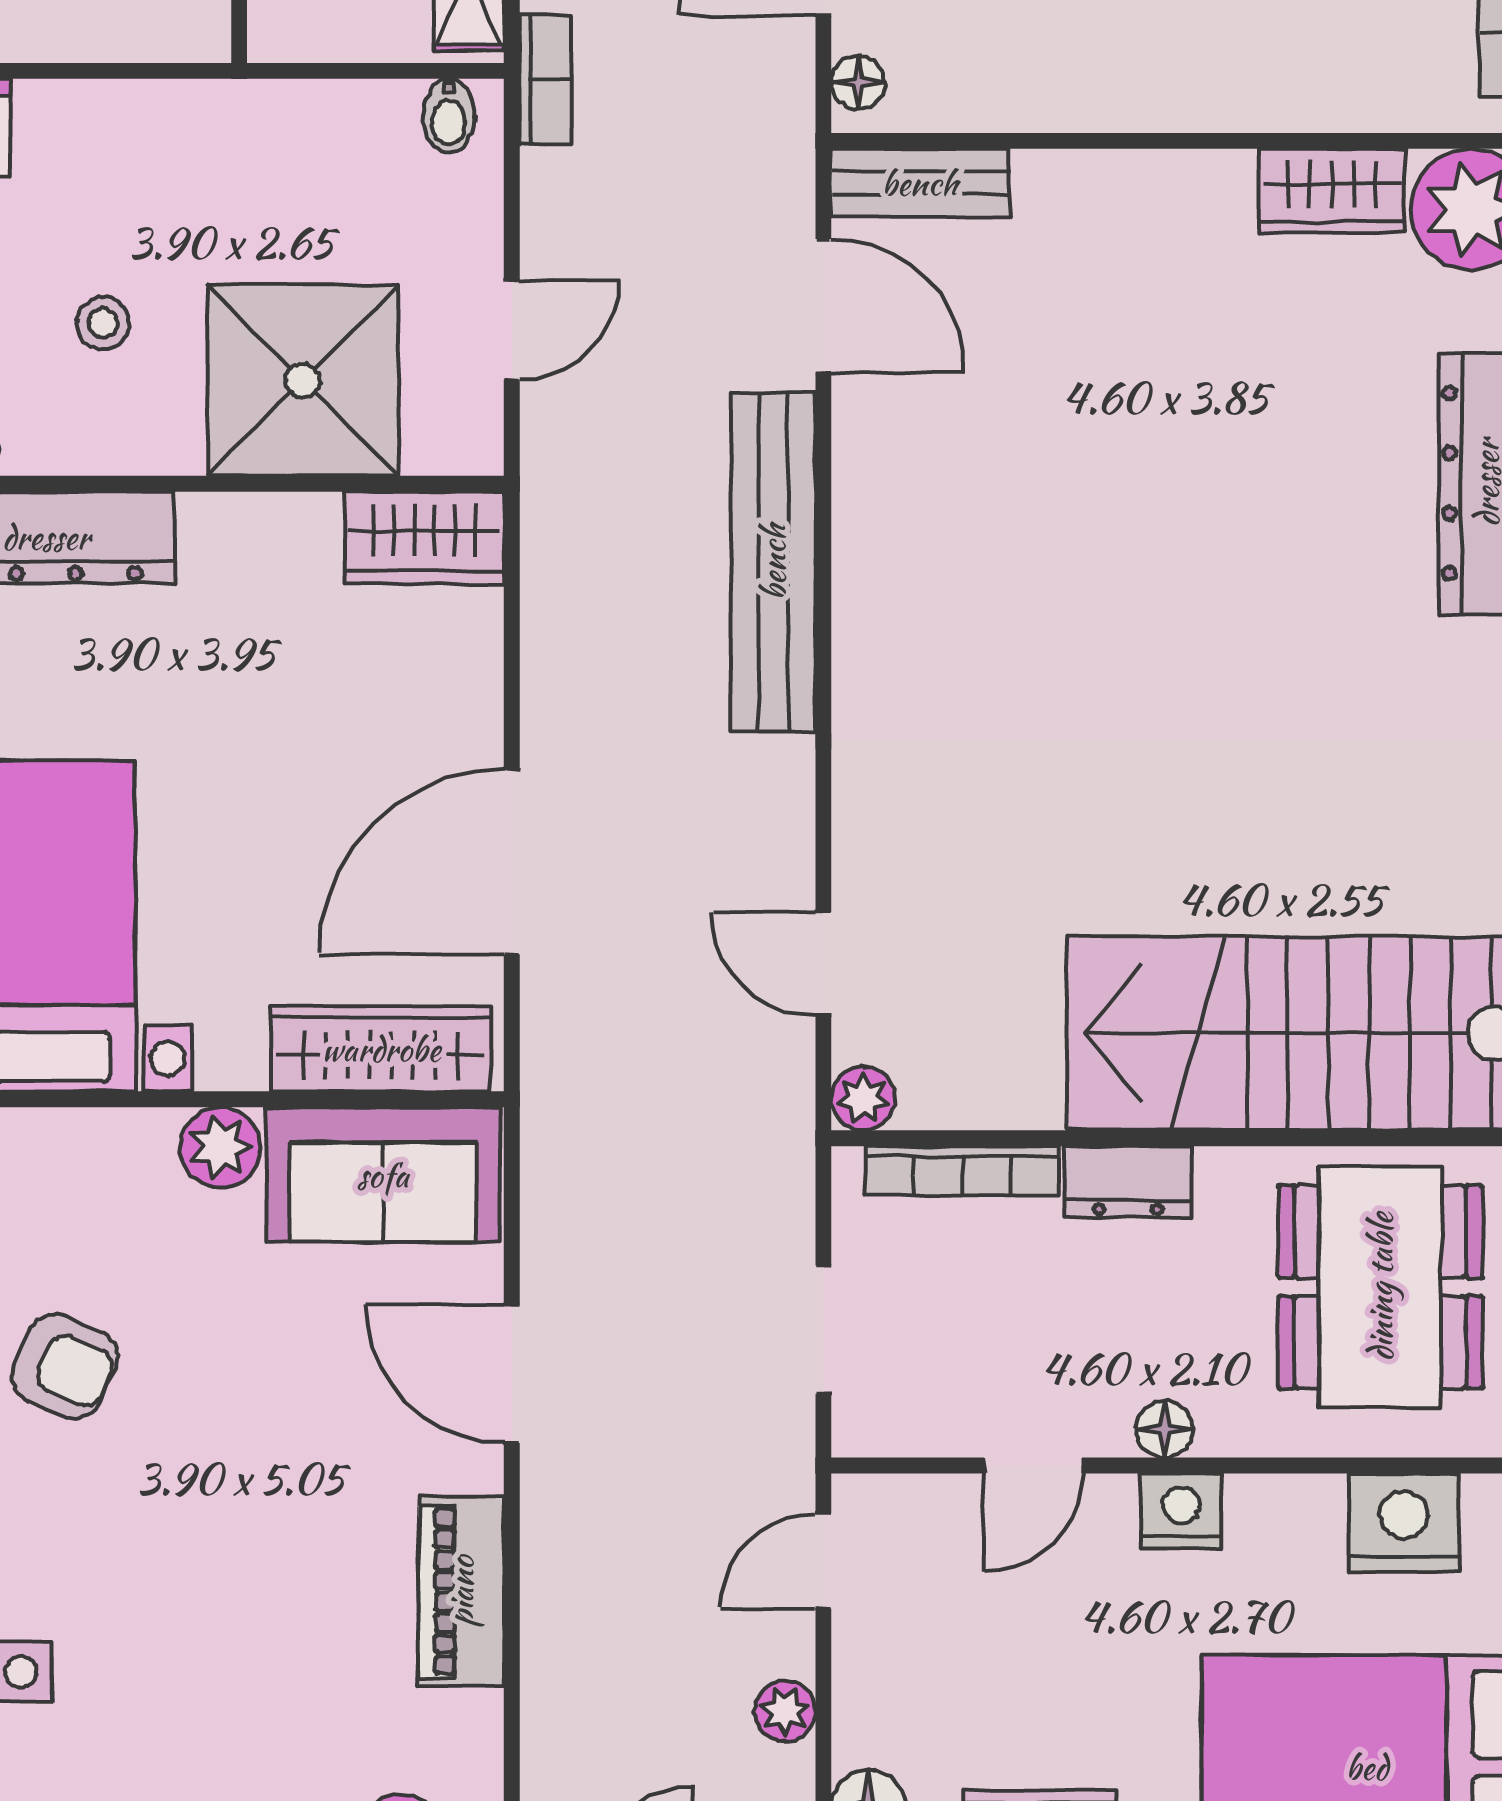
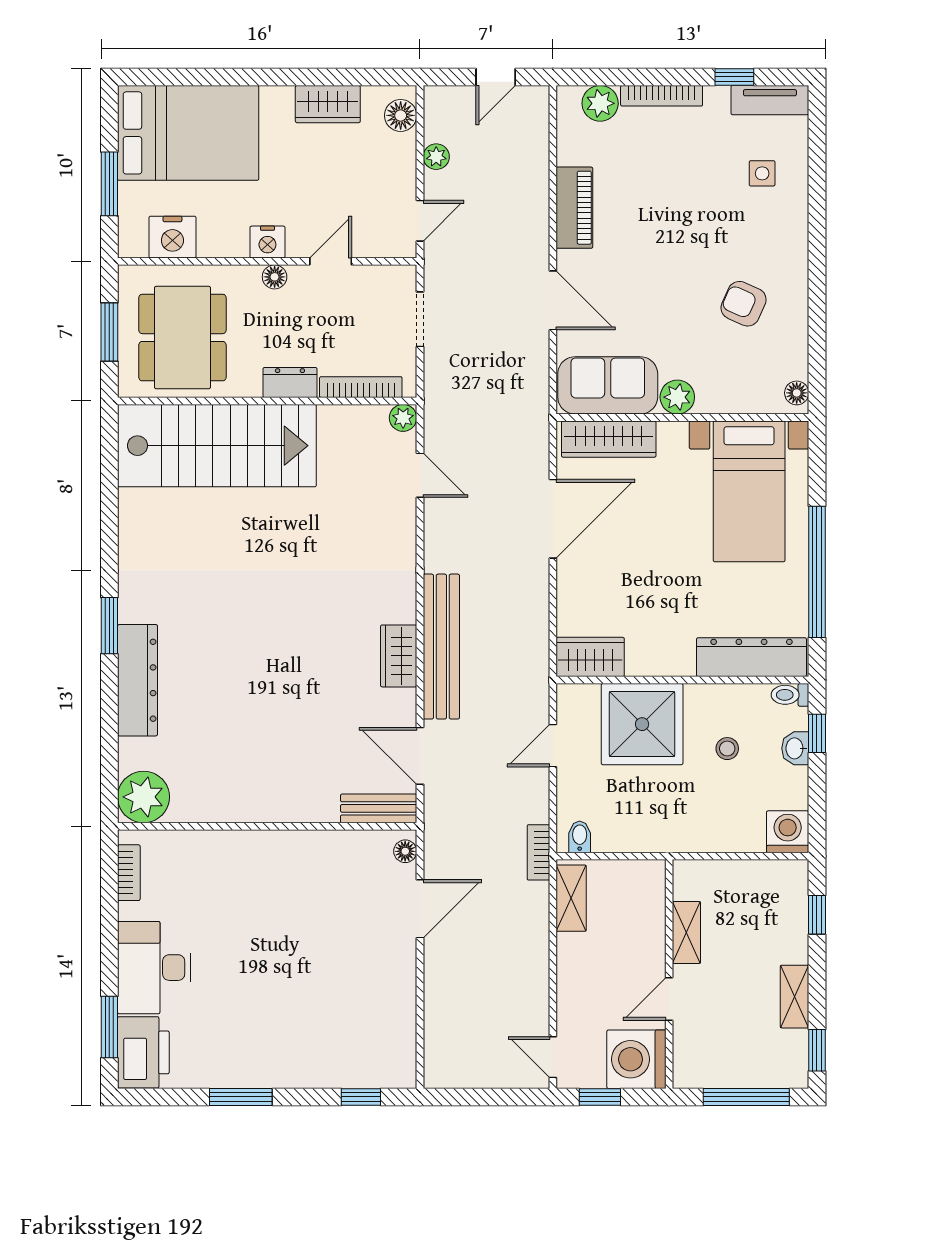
wardrobe: (1332, 191) -> (399, 656), moved, turned -90

